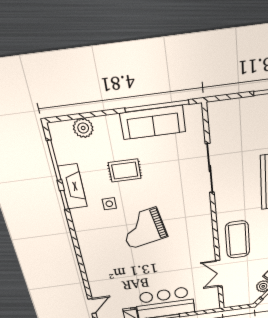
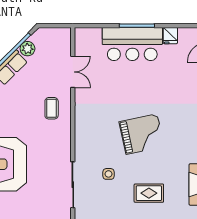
side table: (109, 204) -> (109, 174), moved
coffee table: (238, 240) -> (52, 108), width x0.54, depth x0.58

